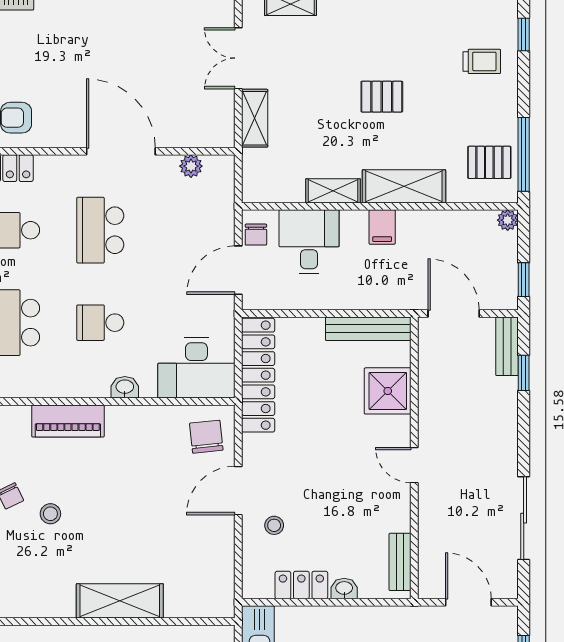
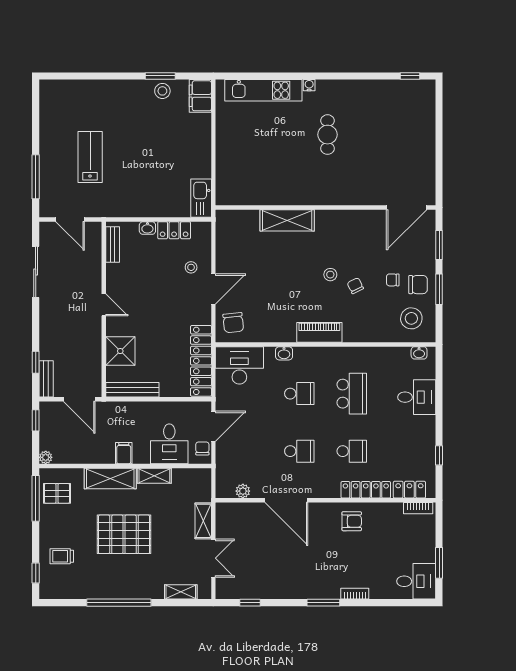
pallet: (382, 97) -> (124, 534), width x2.05, depth x2.00
school desk: (100, 230) -> (299, 451), width x0.54

